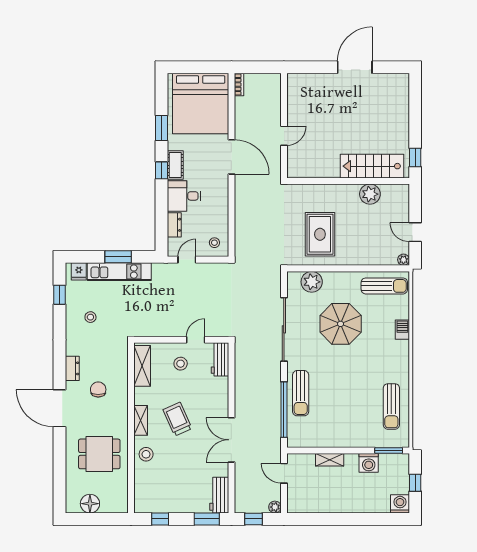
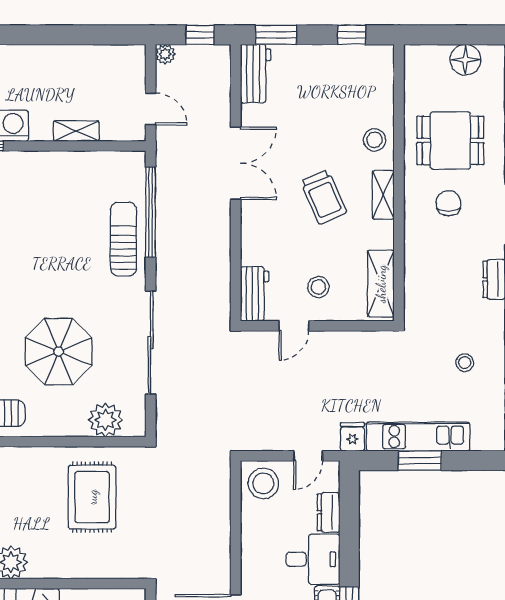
stool: (214, 243) -> (263, 483), width x1.89, depth x1.89
fridge: (79, 271) -> (352, 437), moved
chair: (98, 390) -> (448, 203), moved, turned 180

